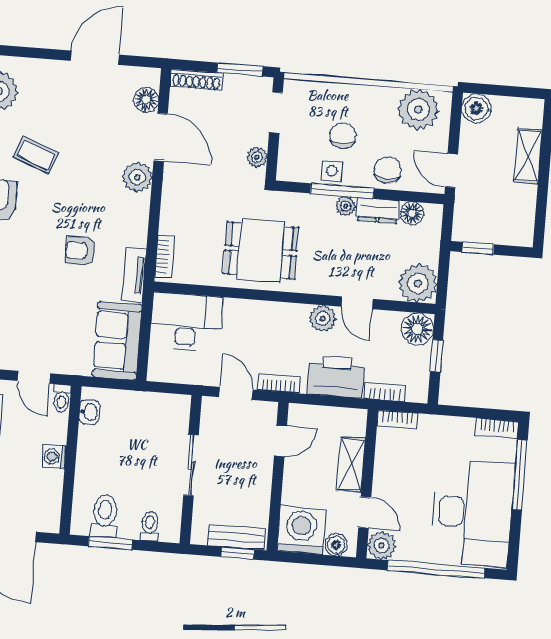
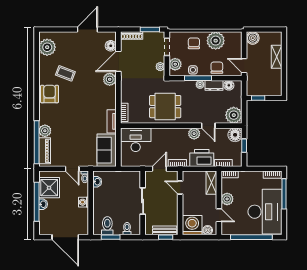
plant: (418, 110) -> (216, 41), moved
chair: (343, 136) -> (194, 43), moved
door: (161, 137) -> (118, 61), swing flipped
plant: (292, 154) -> (175, 64), added
armchair: (80, 251) -> (88, 113), removed
door: (236, 393) -> (159, 169), hinge flipped
door: (280, 441) -> (180, 188), swing flipped
shelving: (351, 464) -> (211, 183), moved
plant: (381, 545) -> (227, 199), moved

